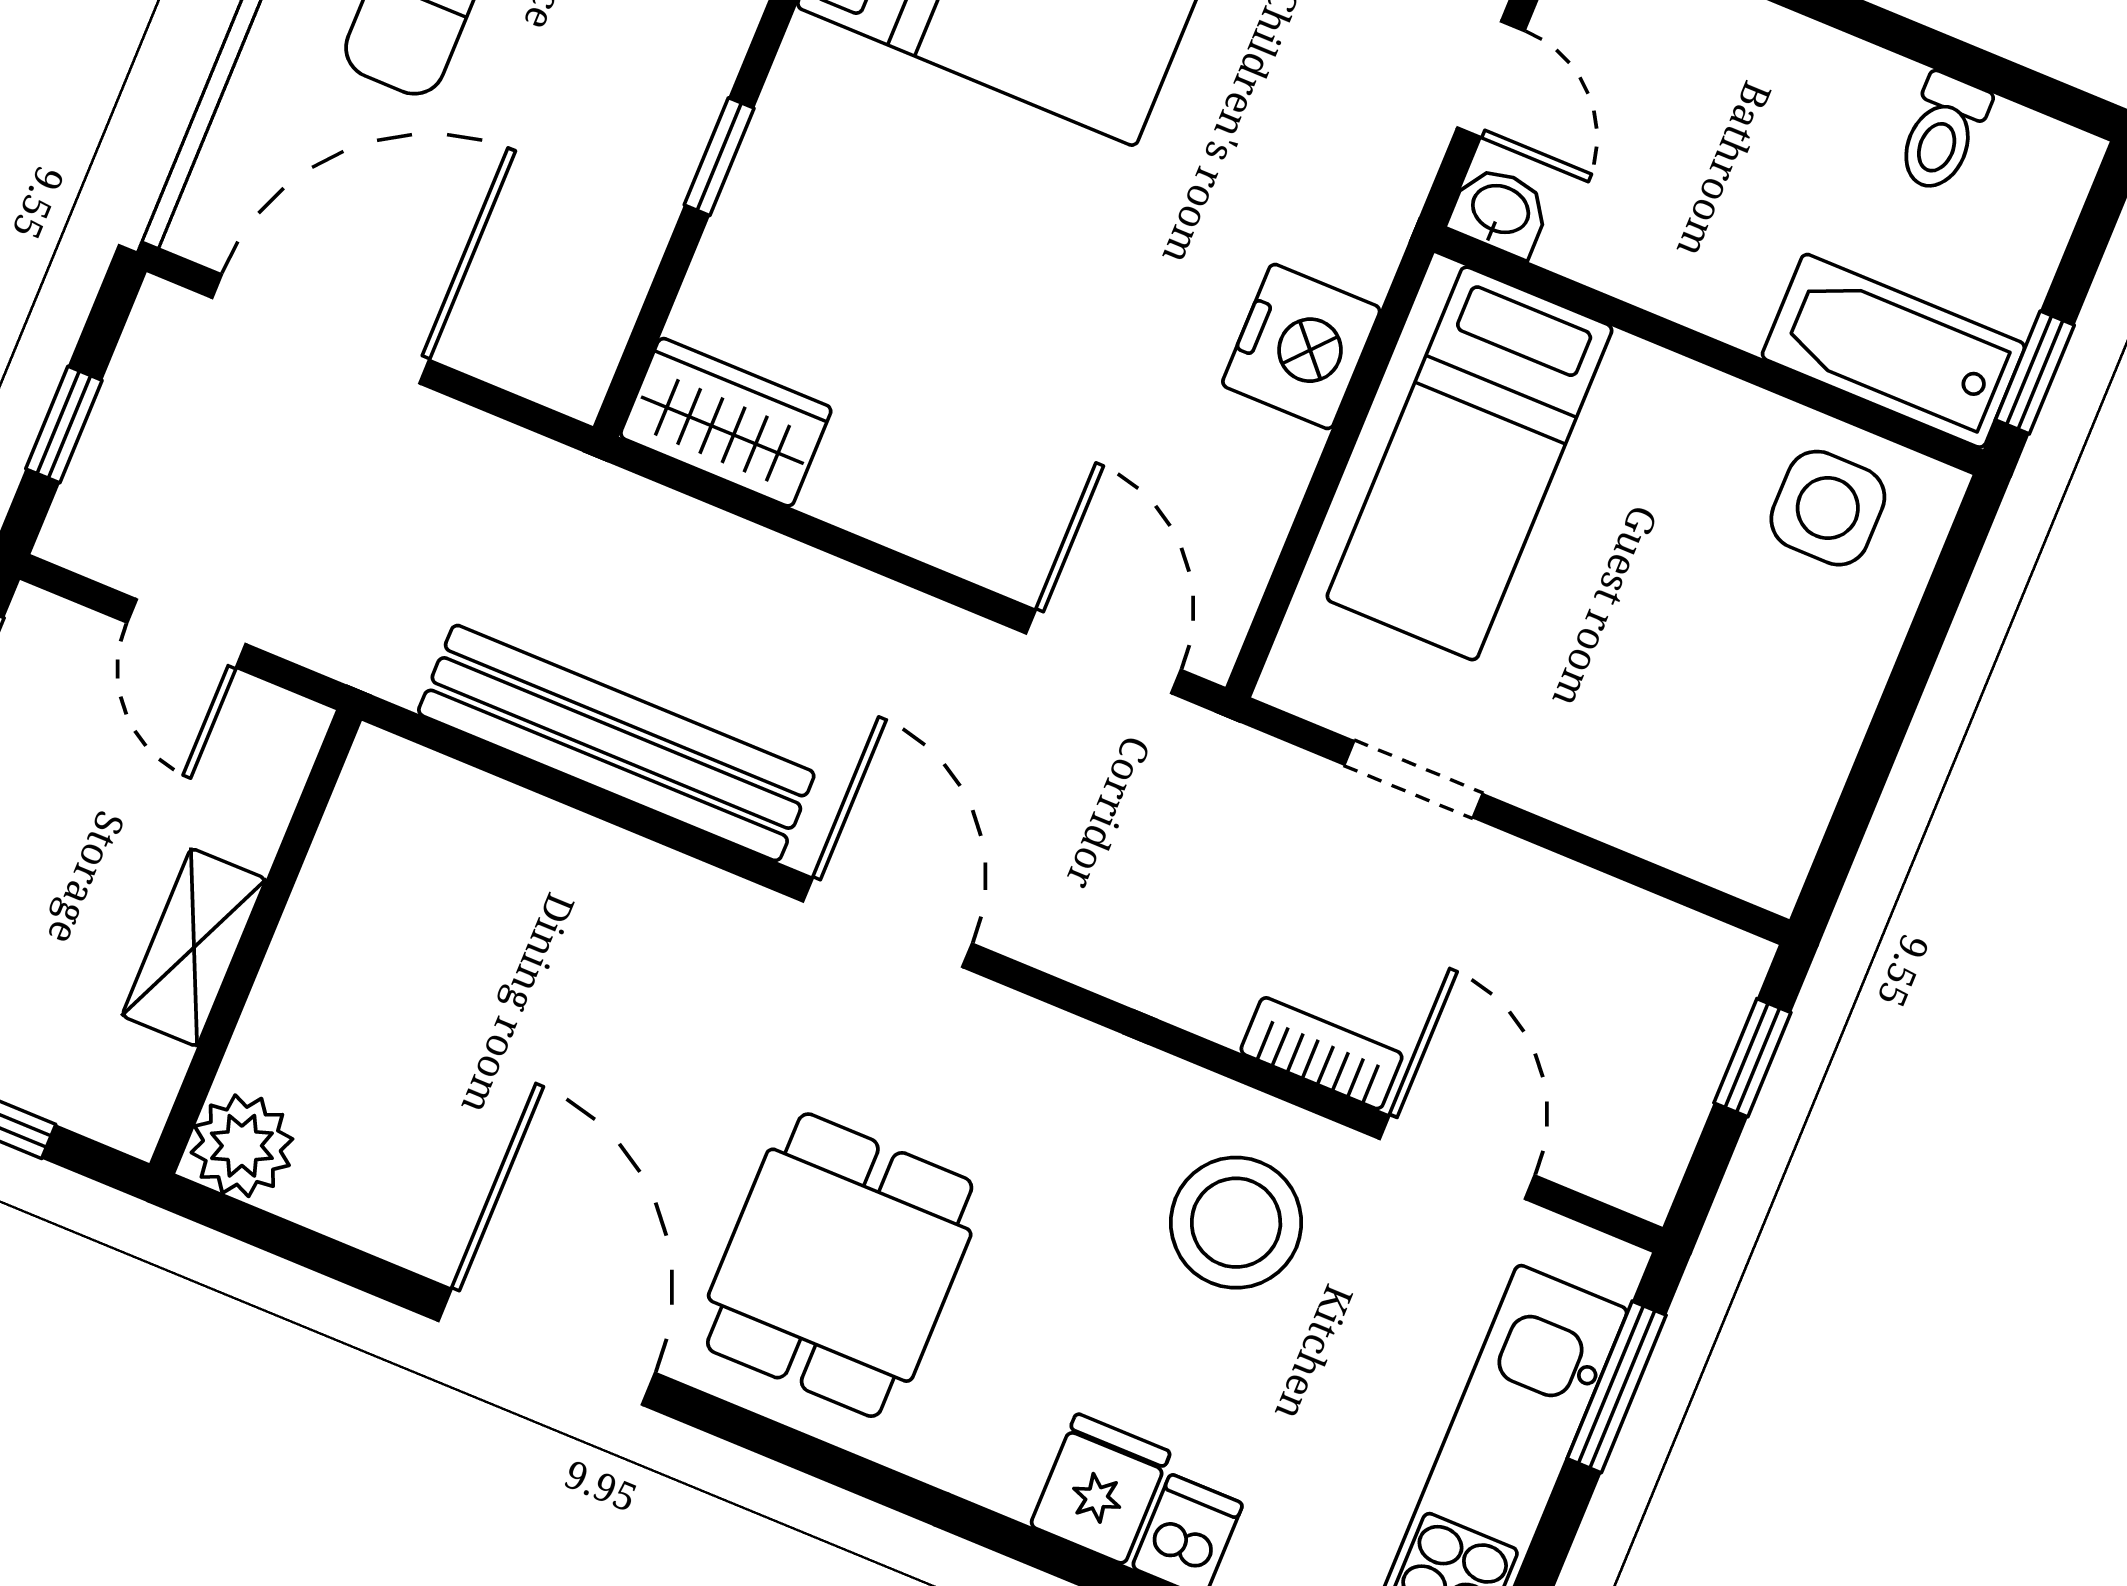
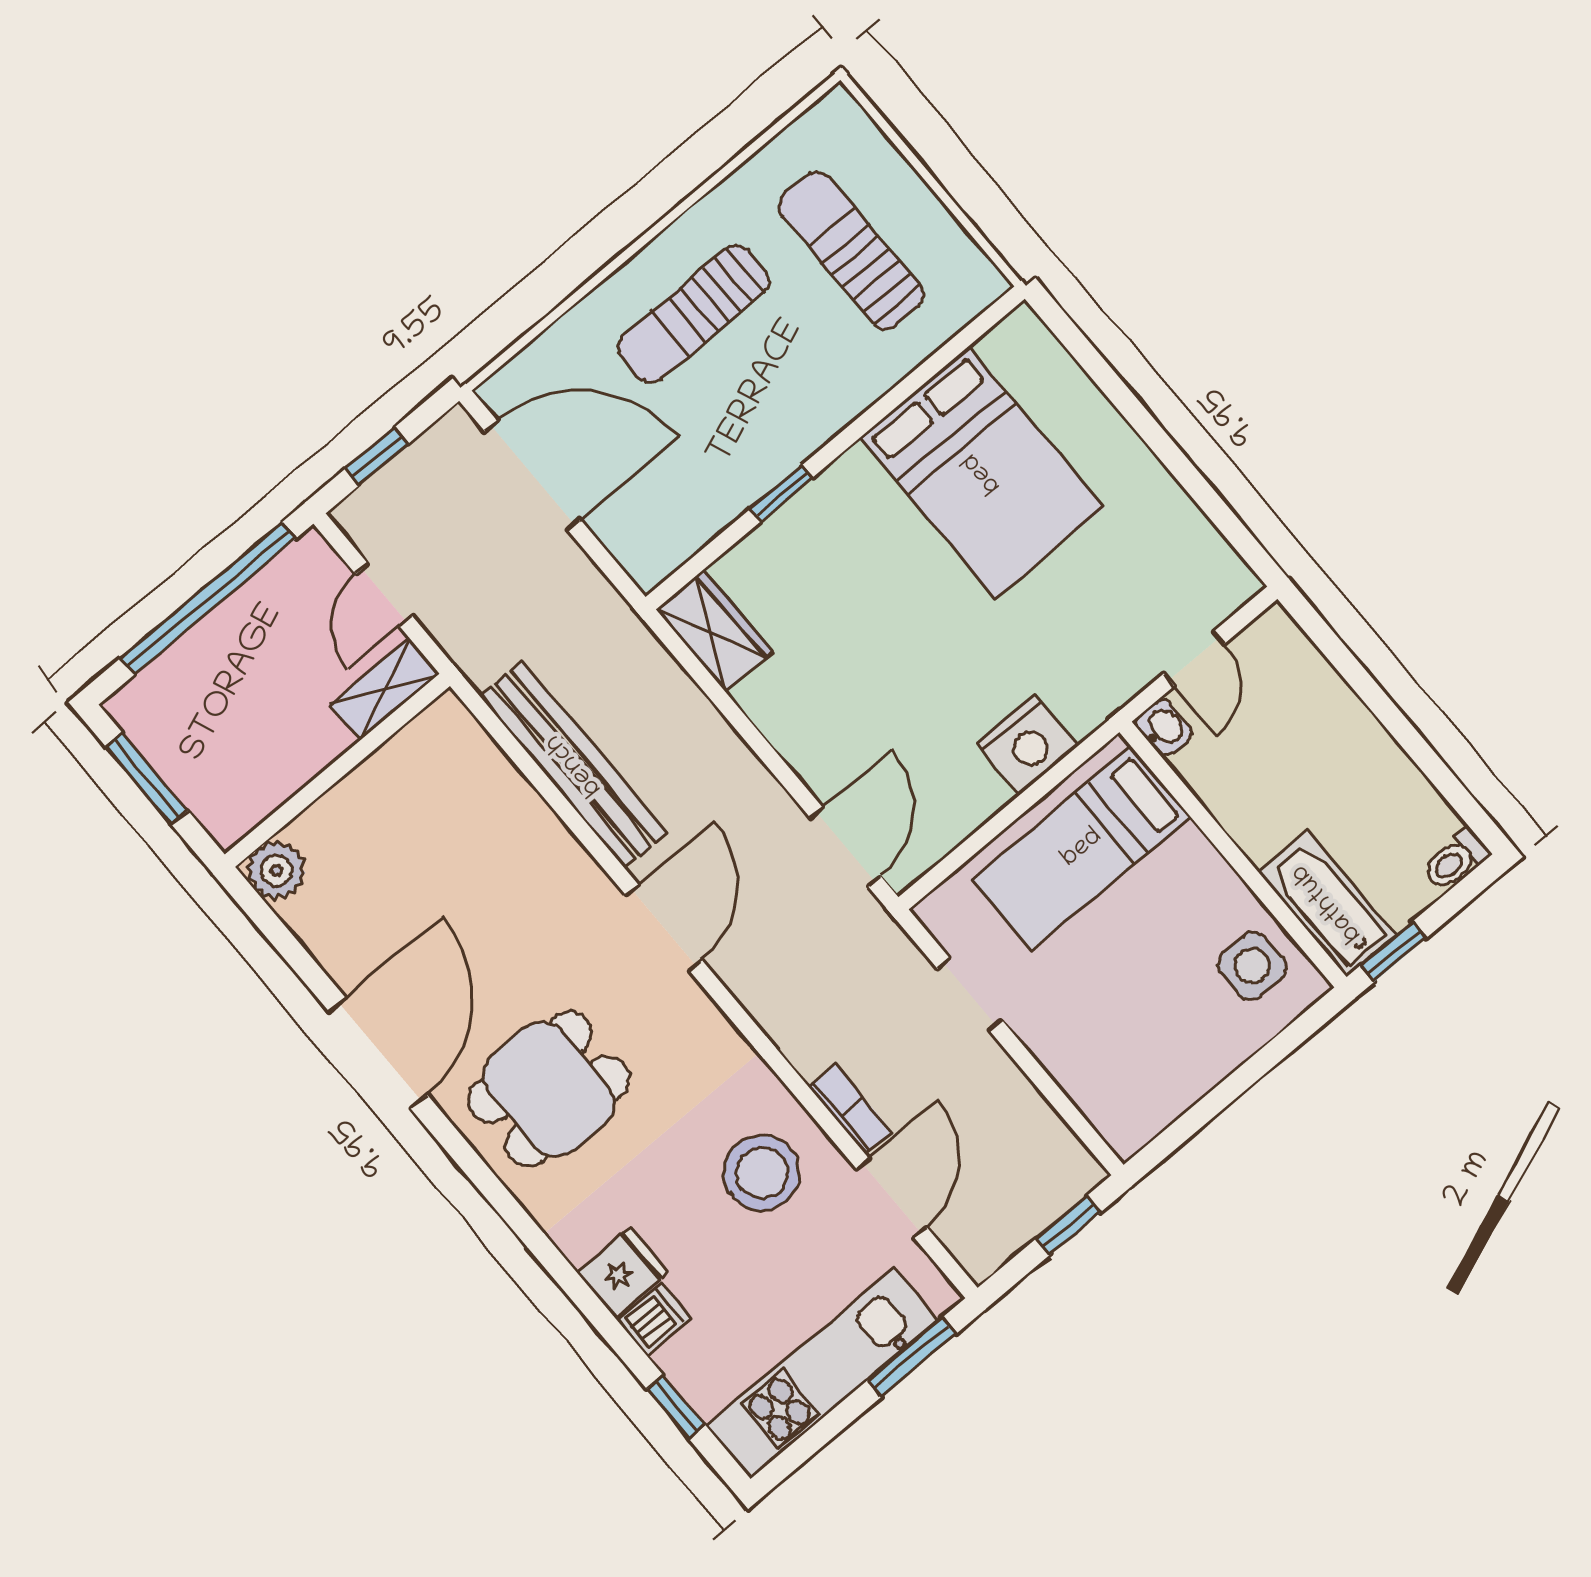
toilet: (1943, 133) -> (1456, 860), moved
shelving: (194, 947) -> (385, 689), moved

